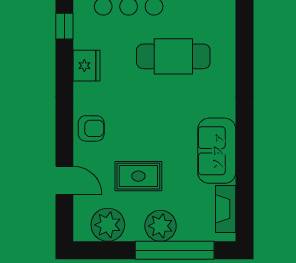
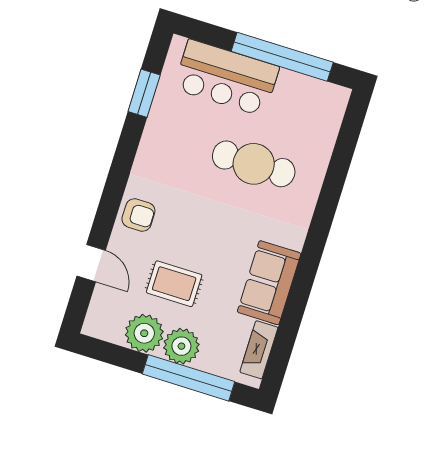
window: (64, 26) -> (144, 93), width x1.50
fridge: (87, 66) -> (155, 144), removed
plant: (108, 225) -> (144, 333), moved

